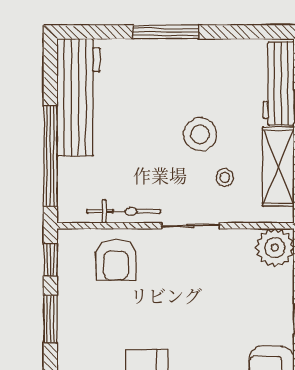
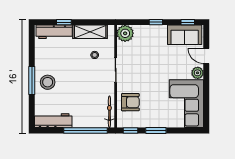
workbench: (78, 97) -> (53, 121), width x0.73, depth x0.76
stool: (200, 134) -> (48, 82), moved
bicycle: (124, 211) -> (109, 112), moved

